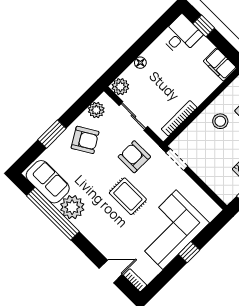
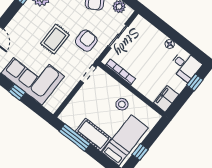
floor lamp: (140, 63) -> (170, 44), moved
plant: (120, 87) -> (140, 23), removed

